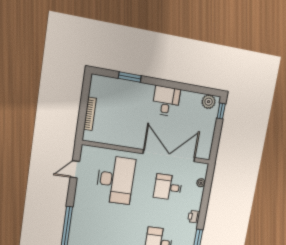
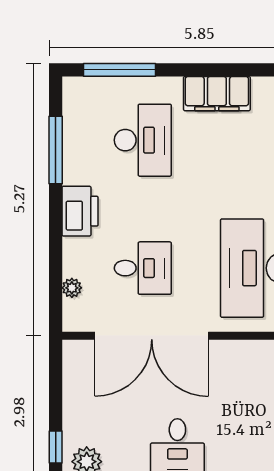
printer: (194, 217) -> (80, 211), width x1.87, depth x1.48

